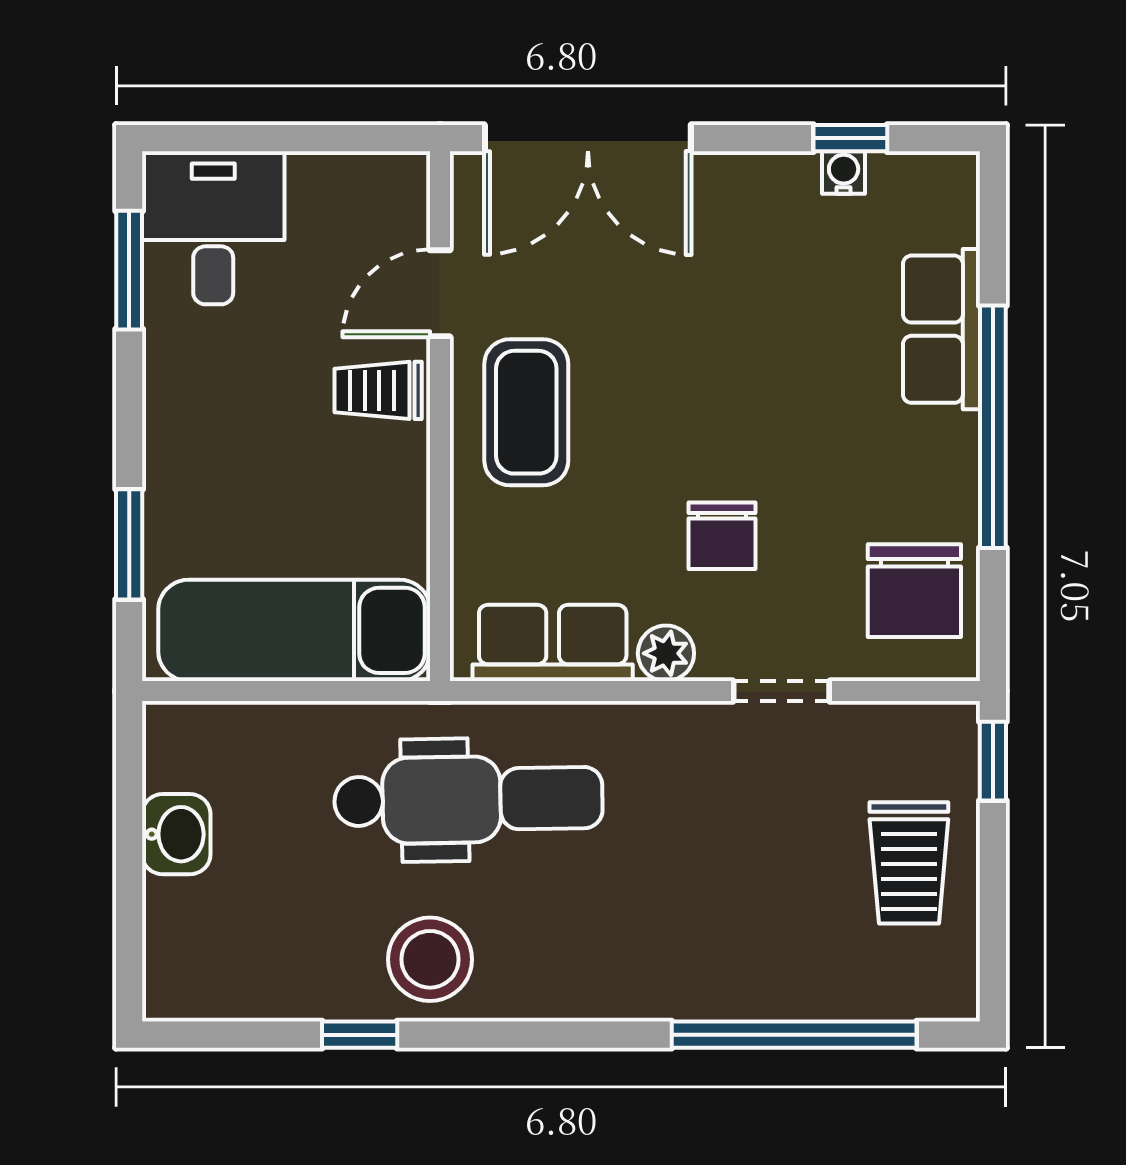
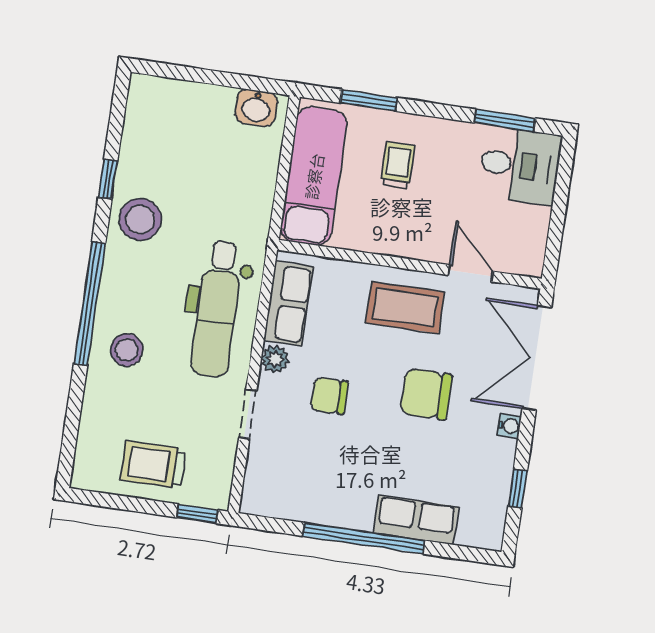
water cooler: (844, 173) -> (509, 426), moved
trolley: (378, 390) -> (398, 165), moved
chair: (914, 591) -> (426, 394), moved
dental chair: (468, 800) -> (217, 309), moved
washbasin: (176, 834) -> (256, 108), moved
stool: (691, 948) -> (127, 350), added
window: (794, 1035) -> (90, 303), moved

